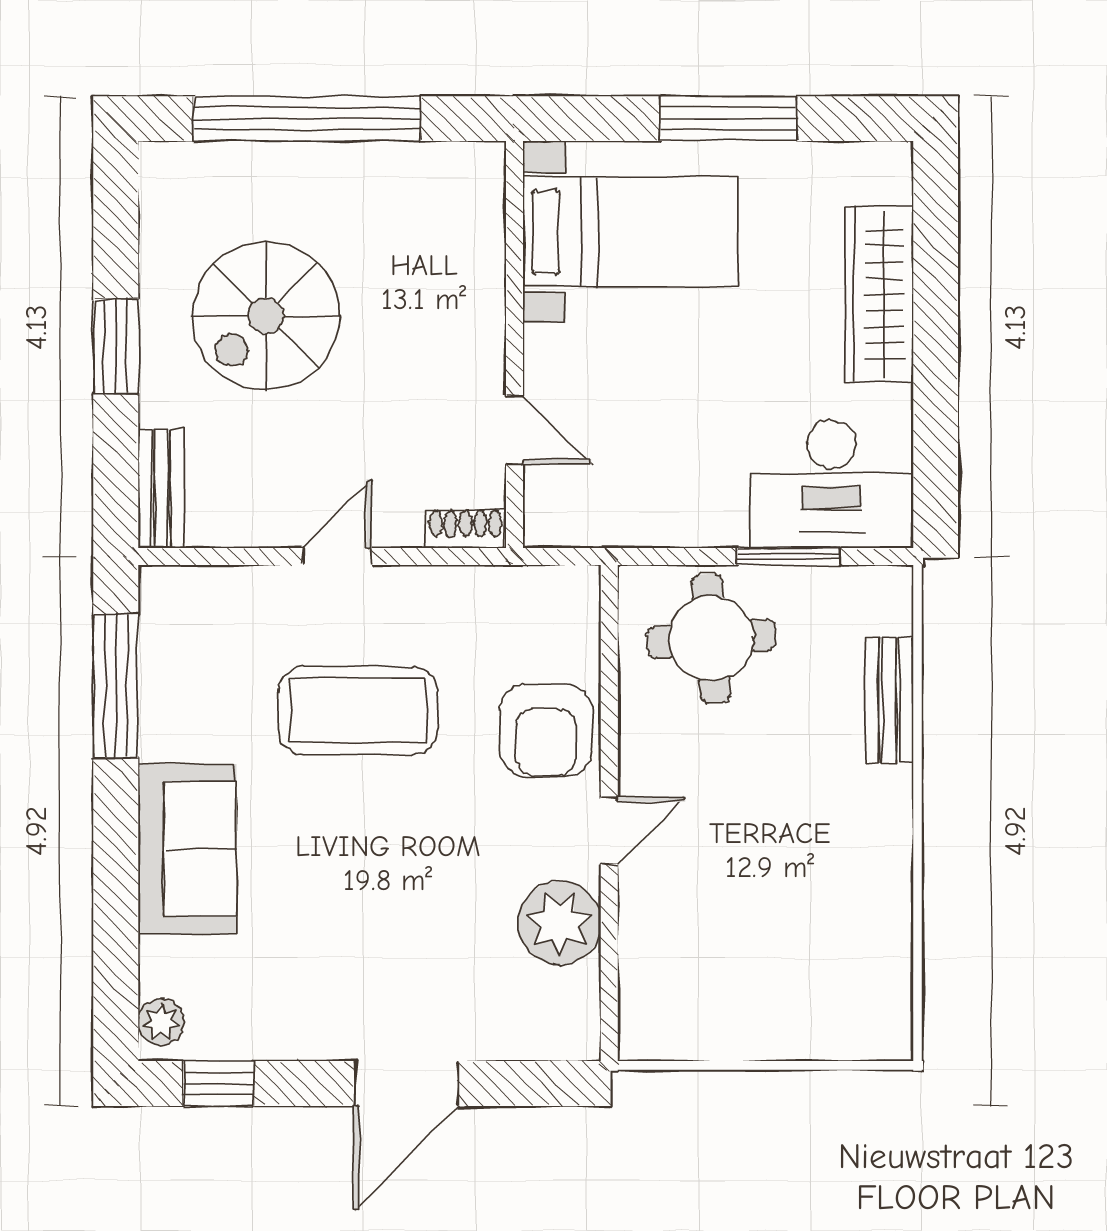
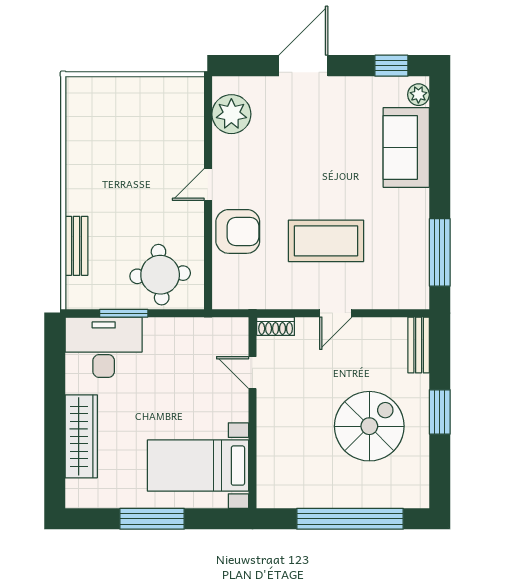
armchair: (546, 730) -> (238, 231), turned 90
sofa: (187, 849) -> (406, 147), moved
plant: (559, 923) -> (231, 114), moved

